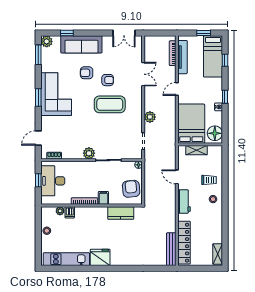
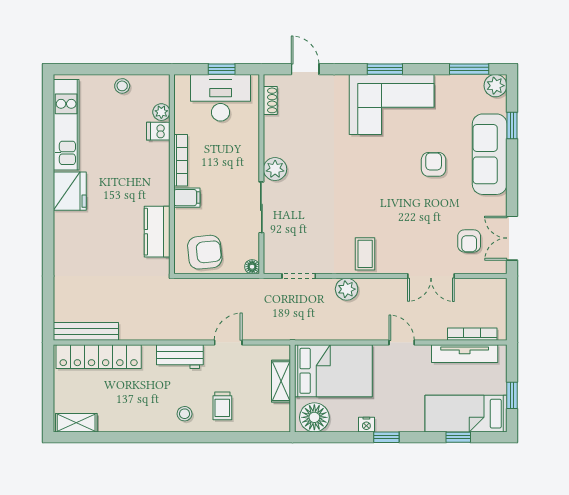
armchair: (108, 80) -> (469, 241), moved
coffee table: (110, 104) -> (365, 254), moved, width x0.54, depth x0.58

